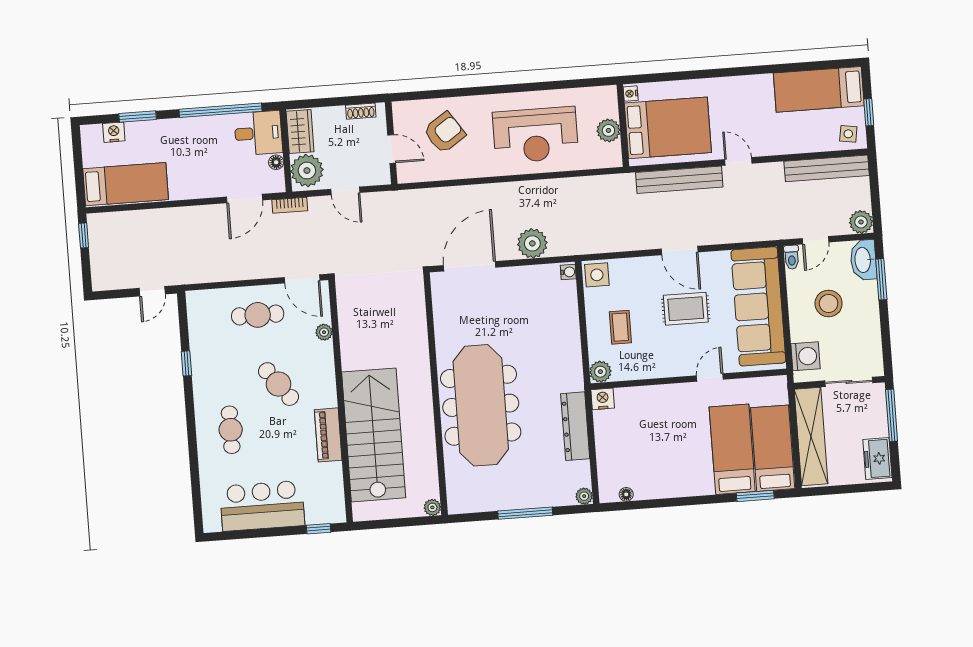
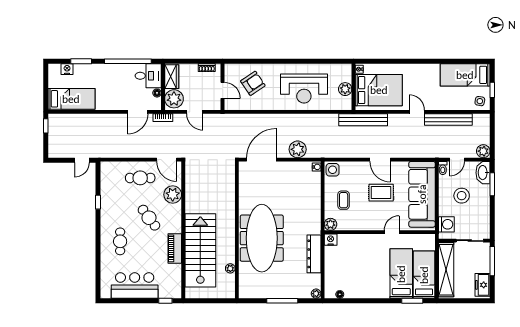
bench: (827, 168) -> (448, 120), moved
bench: (679, 180) -> (363, 120), moved
plant: (324, 332) -> (173, 195), width x1.88, depth x1.88
plant: (432, 507) -> (230, 268), moved

